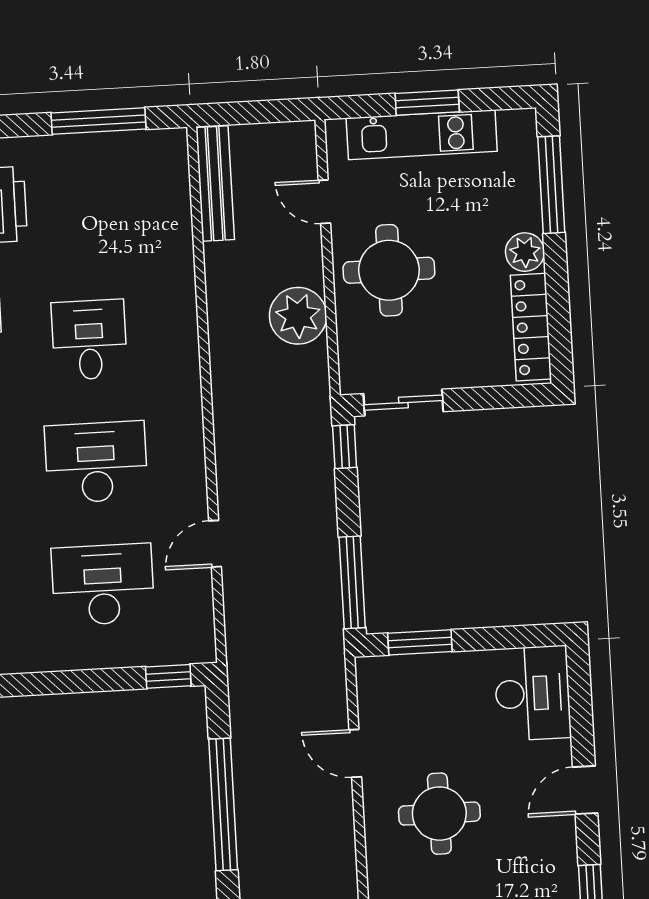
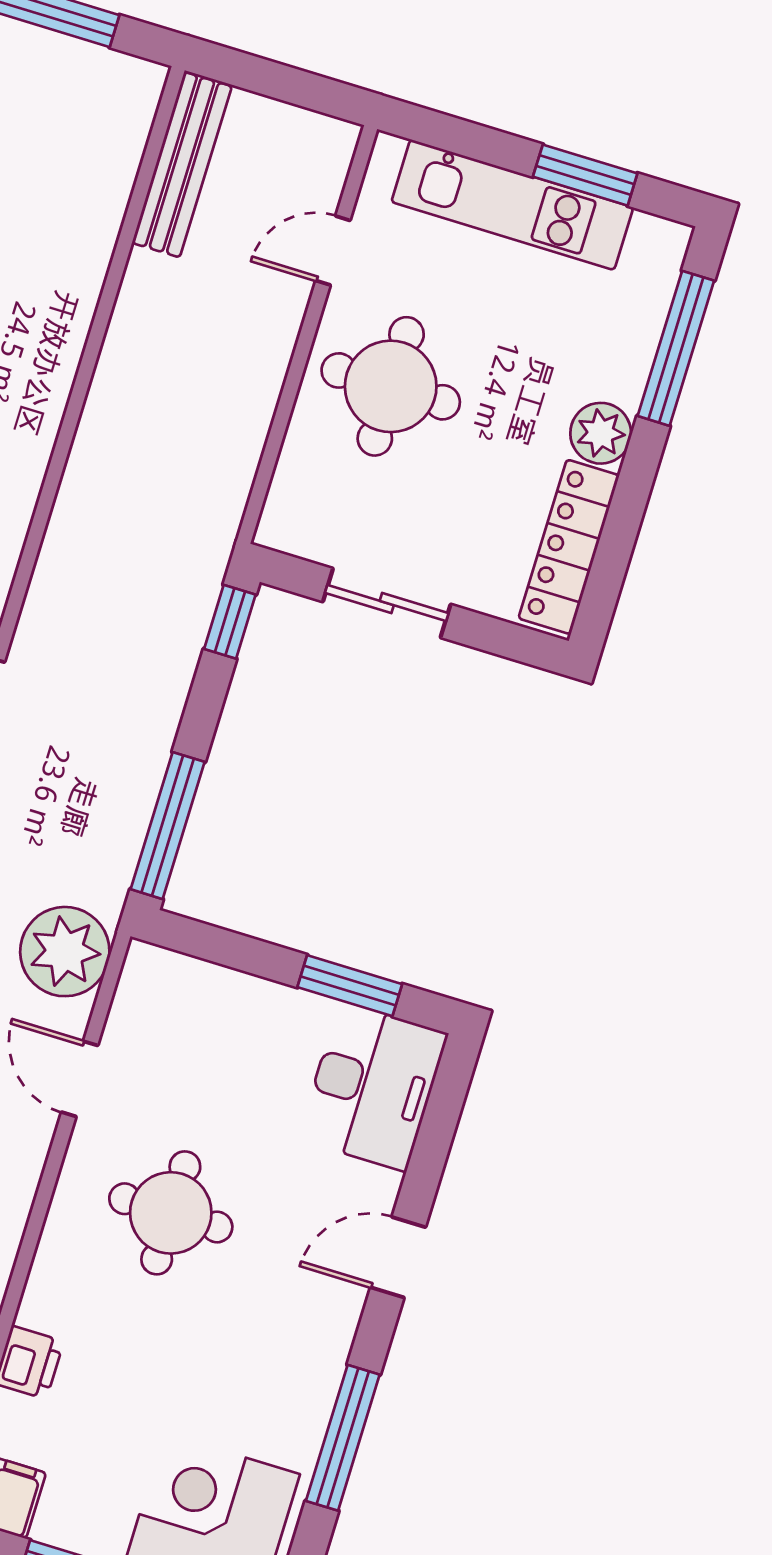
window: (427, 103) -> (585, 175), moved
door: (324, 202) -> (333, 250), hinge flipped
plant: (298, 316) -> (65, 952), moved
sliding door: (403, 403) -> (387, 603), moved
window: (420, 642) -> (350, 986), moved

